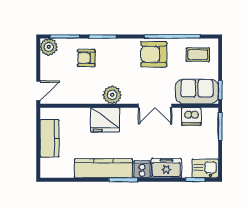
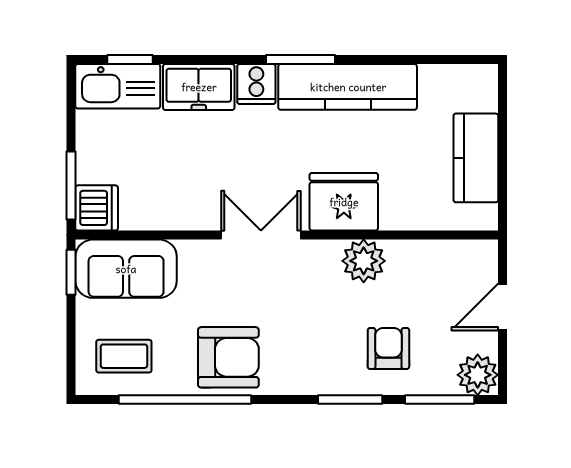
armchair: (86, 58) -> (388, 348), turned -90
door: (38, 91) -> (502, 307), moved
plant: (112, 95) -> (364, 261), moved
double door: (155, 106) -> (261, 235), moved
dishwasher: (191, 117) -> (97, 208), moved, turned 90
kitchen sink: (205, 168) -> (118, 86), width x1.38

